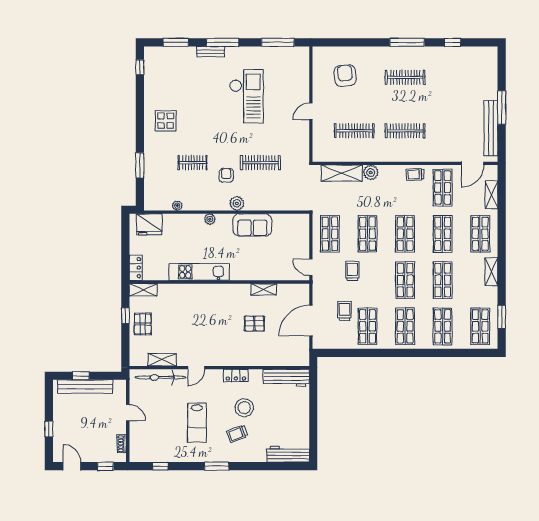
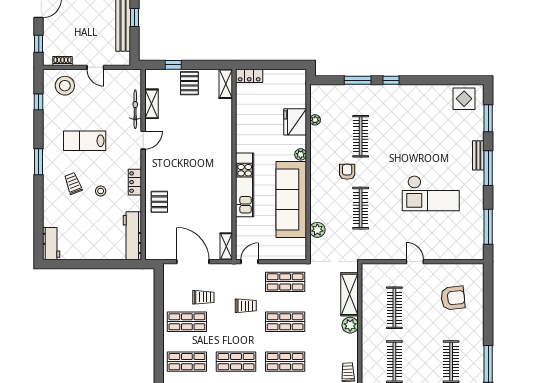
window: (140, 67) -> (391, 80), moved
display table: (166, 121) -> (464, 99), moved
clothes rail: (193, 163) -> (361, 136), width x1.36
armchair: (226, 175) -> (347, 172), turned -91
plant: (237, 203) -> (317, 230), moved
fridge: (149, 224) -> (295, 122), moved
sofa: (252, 225) -> (291, 200), width x1.85, depth x1.27
kitchen unit: (199, 272) -> (245, 185), moved
shelving: (264, 289) -> (226, 246), moved
window: (125, 316) -> (173, 65), moved
pallet: (254, 323) -> (159, 202), moved
pallet: (143, 324) -> (189, 83), turned 90
door: (196, 368) -> (143, 140), swing flipped
bicycle: (160, 377) -> (135, 109), width x0.73, depth x0.71
stool: (244, 408) -> (101, 191), width x0.53, depth x0.53
door: (128, 413) -> (95, 67), hinge flipped
stool: (145, 441) -> (65, 86), added
workbench: (288, 454) -> (51, 244), width x0.73

